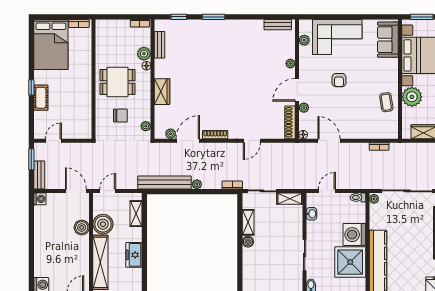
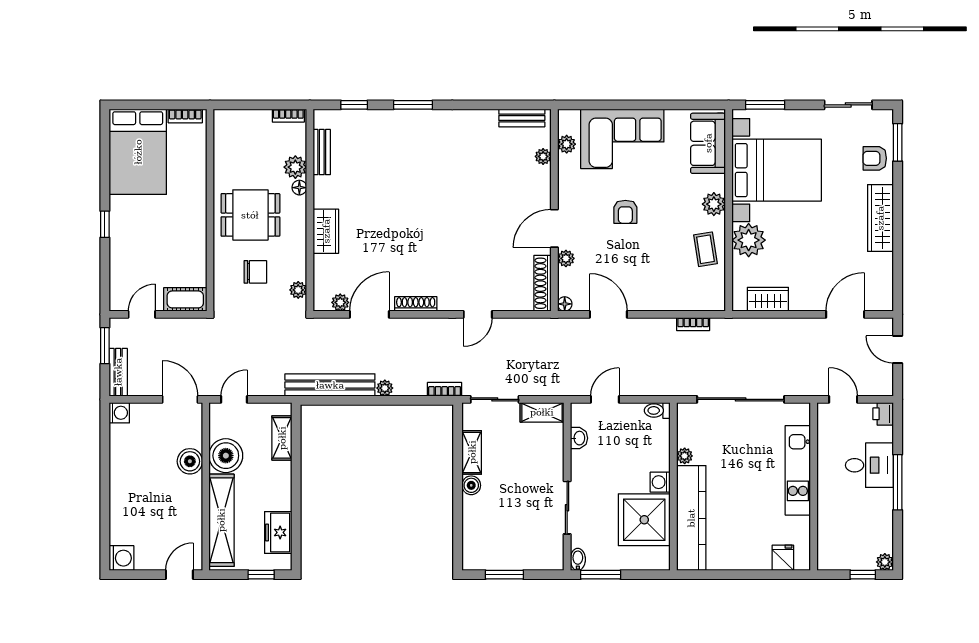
plant: (290, 64) -> (543, 156), moved
plant: (391, 76) -> (714, 204), added
cot: (41, 98) -> (185, 299), moved, turned 90
plant: (374, 199) -> (685, 456), moved
washing machine: (354, 235) -> (660, 482), width x0.53, depth x0.53
freezer: (134, 255) -> (278, 532), moved

